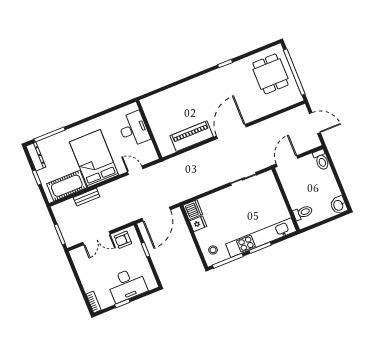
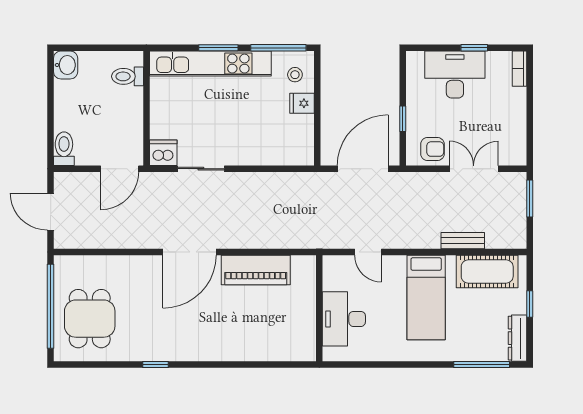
bed: (94, 158) -> (426, 297), width x0.67
dishwasher: (193, 210) -> (163, 153), moved, turned 90
fridge: (198, 224) -> (302, 103), moved

